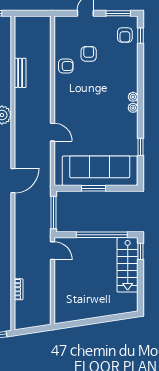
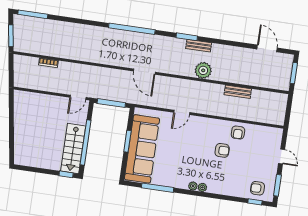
armchair: (89, 54) -> (222, 150), moved
window: (141, 147) -> (158, 188), width x2.17
stairs: (128, 265) -> (73, 149), moved, turned -90

